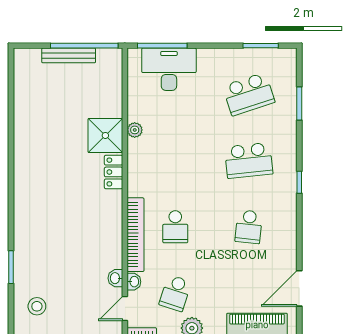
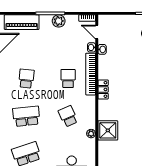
locker: (113, 172) -> (103, 89), moved
school desk: (175, 293) -> (68, 116), moved, turned -42
door: (125, 309) -> (97, 32), swing flipped

